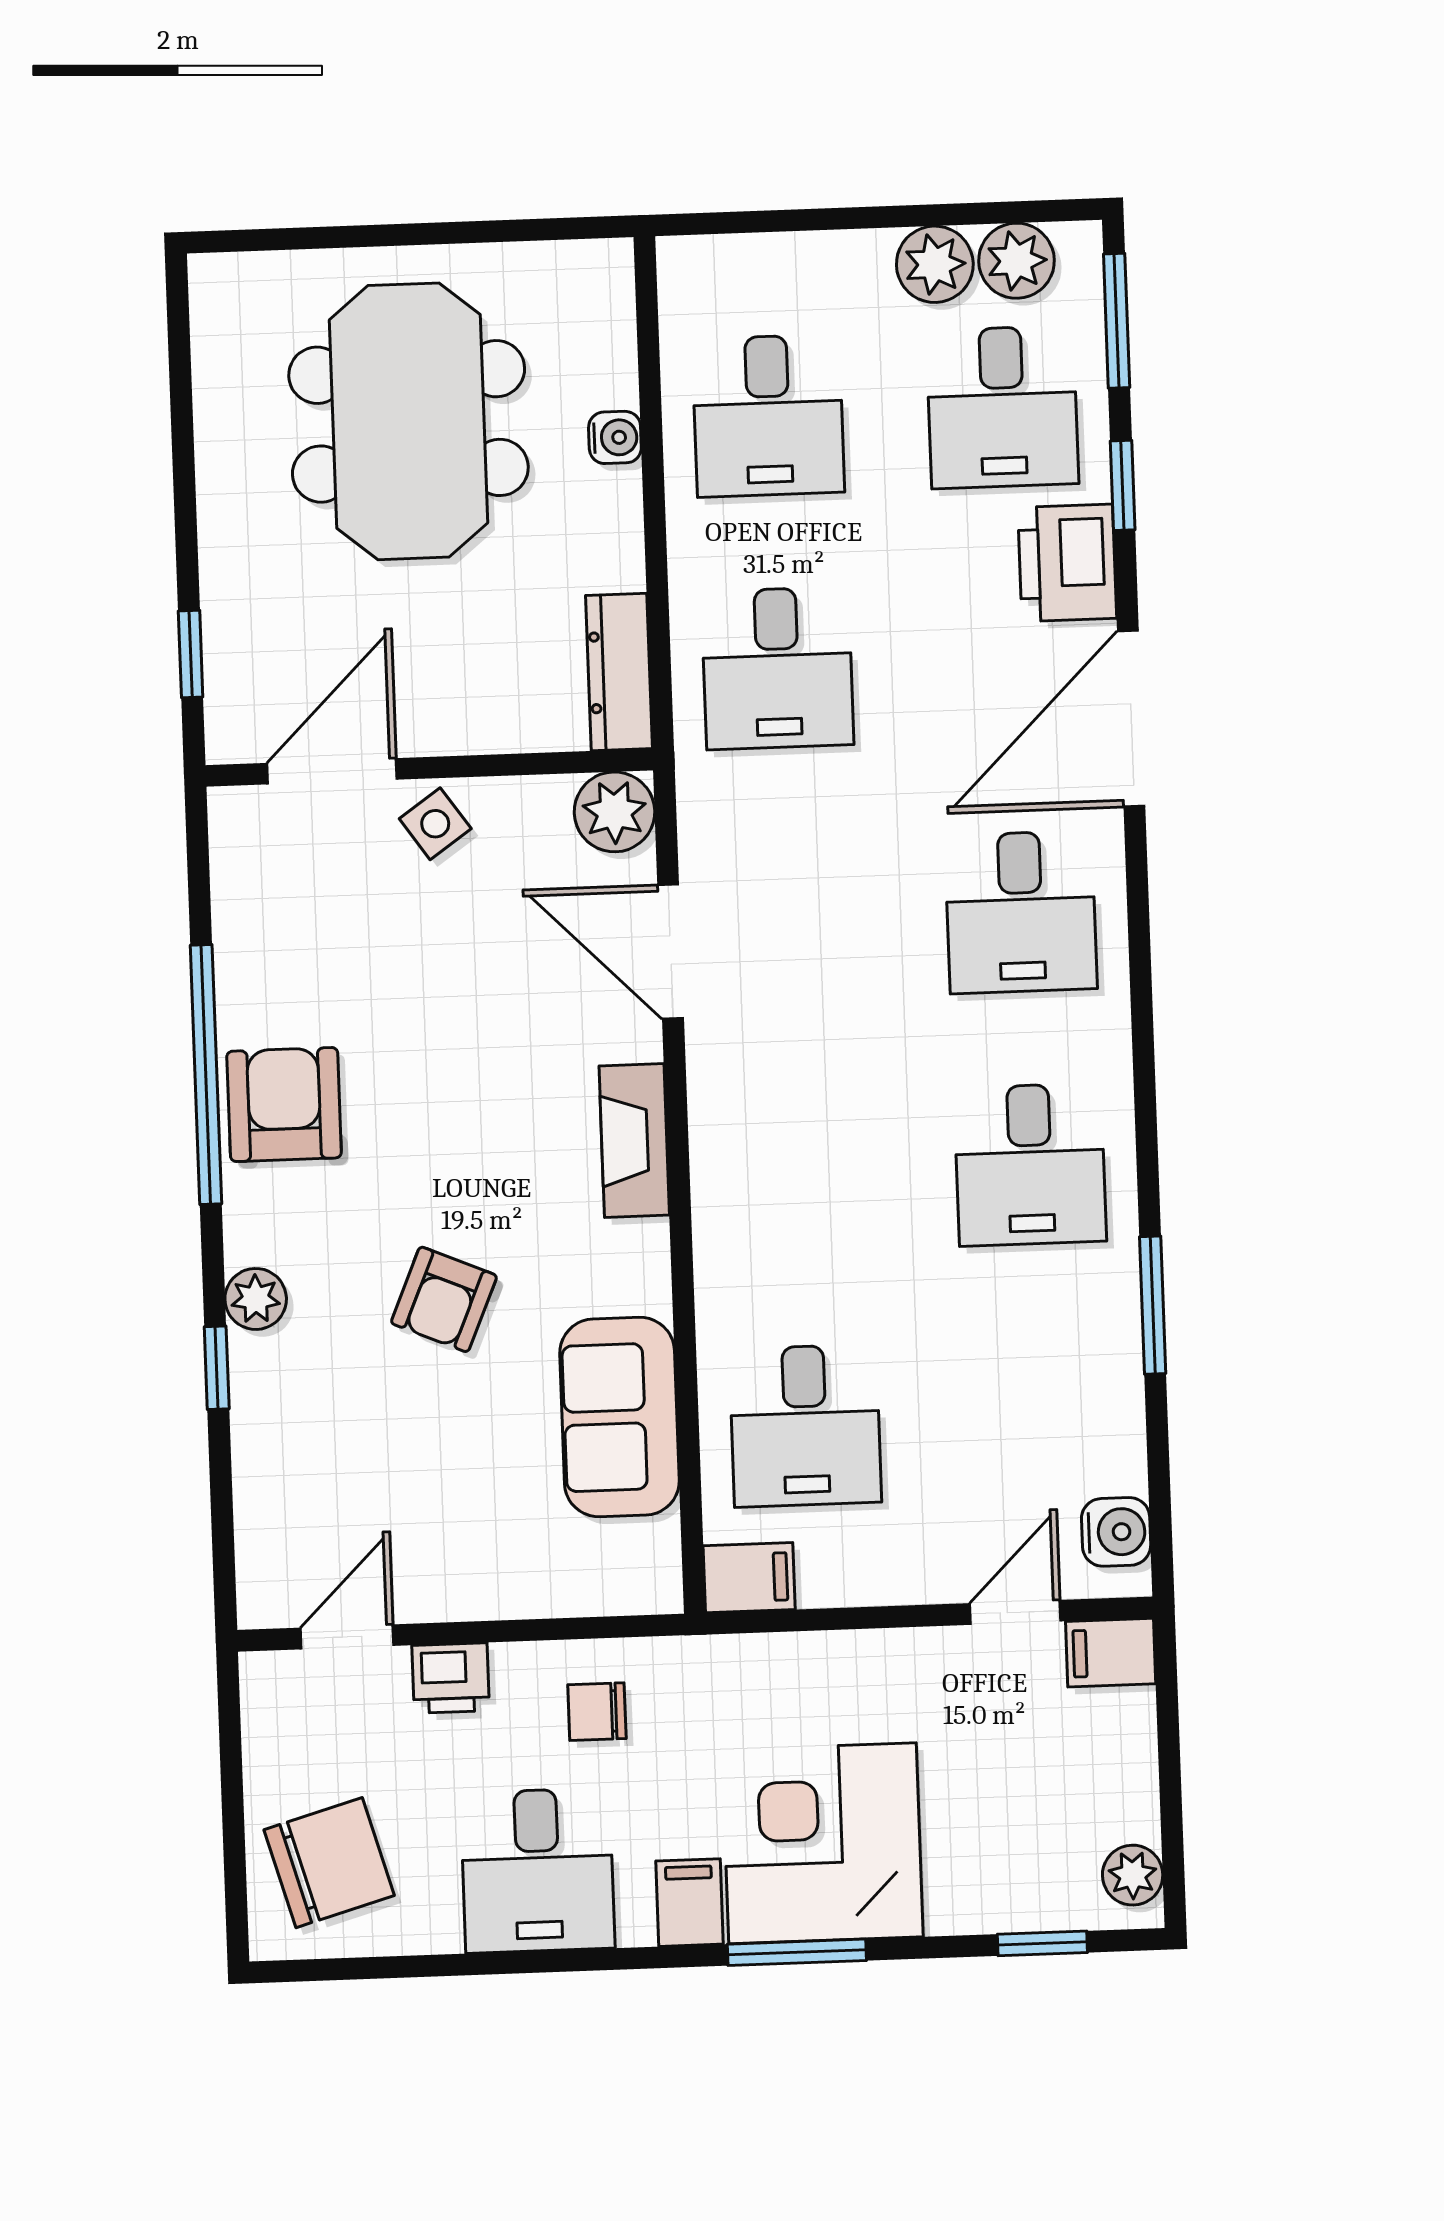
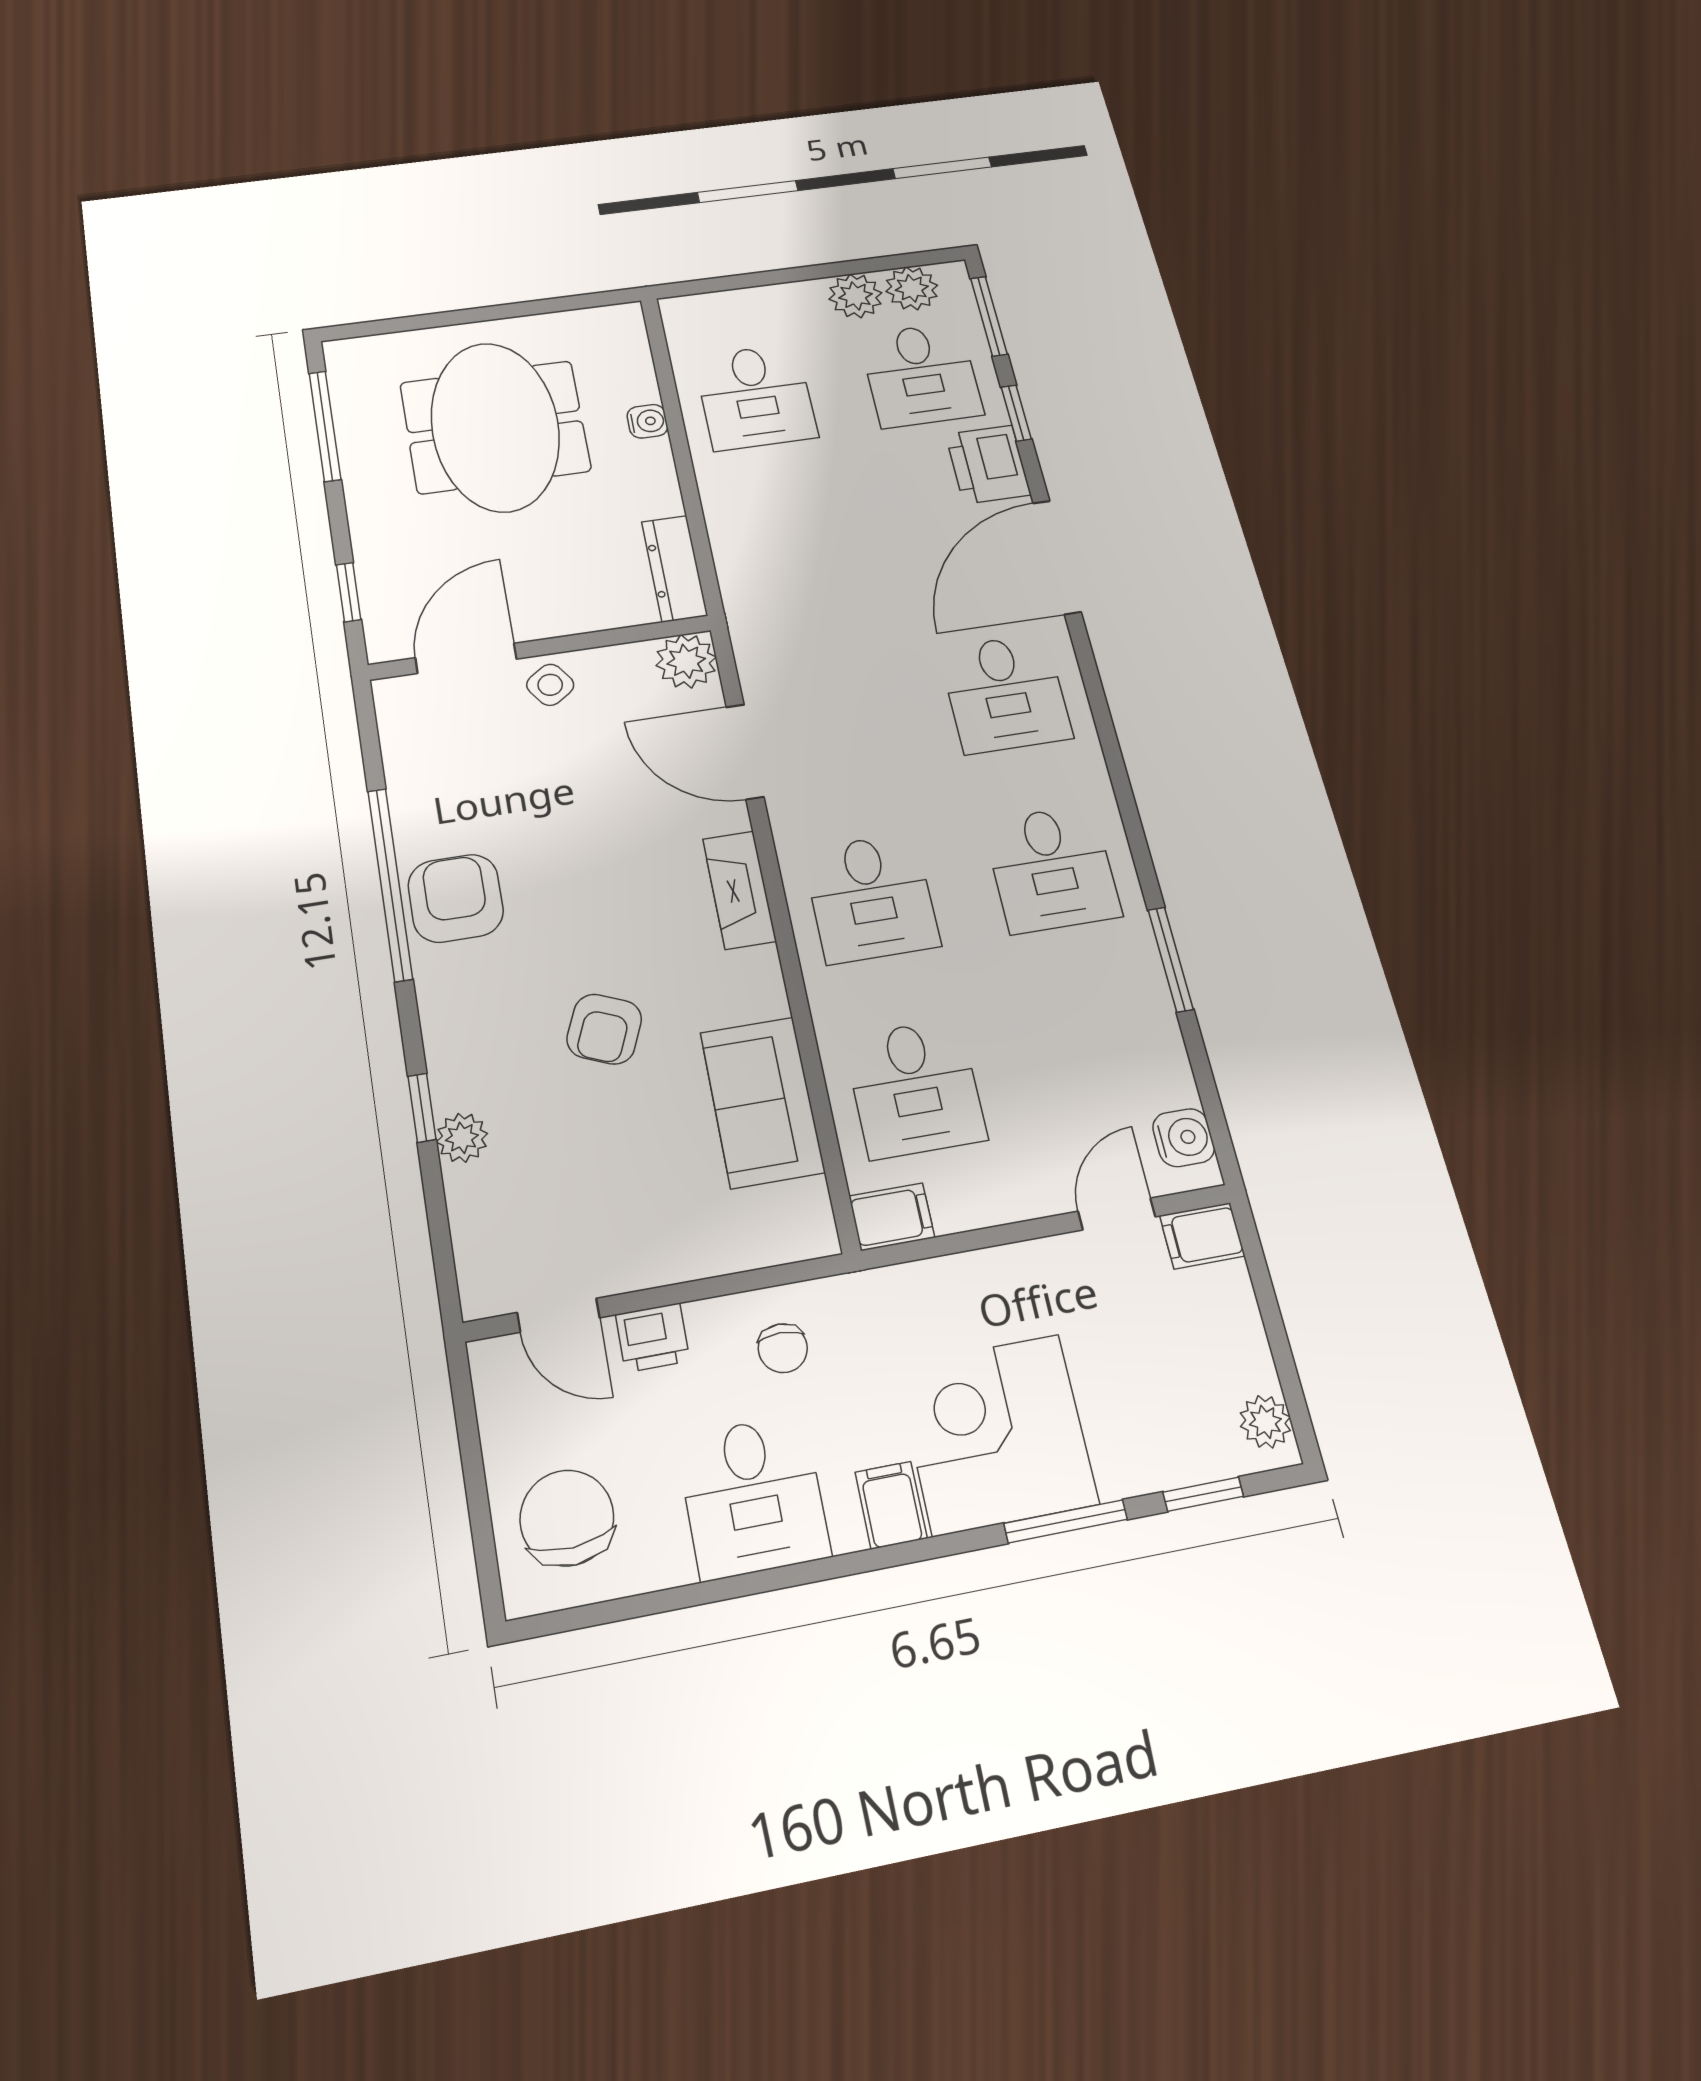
window: (181, 393) -> (325, 426), added
desk: (777, 668) -> (871, 898), moved
plant: (256, 1299) -> (462, 1138), moved
door: (347, 1637) -> (558, 1315), swing flipped
chair: (597, 1712) -> (783, 1348), turned -90
chair: (329, 1863) -> (567, 1518), turned -77
window: (797, 1952) -> (1066, 1521), moved

